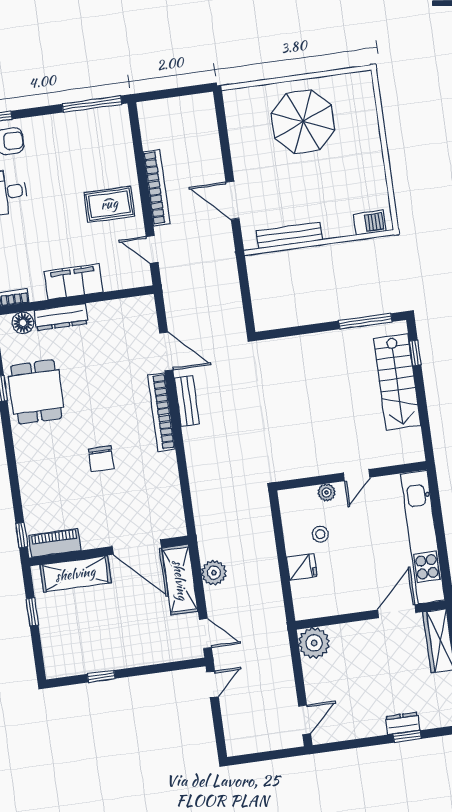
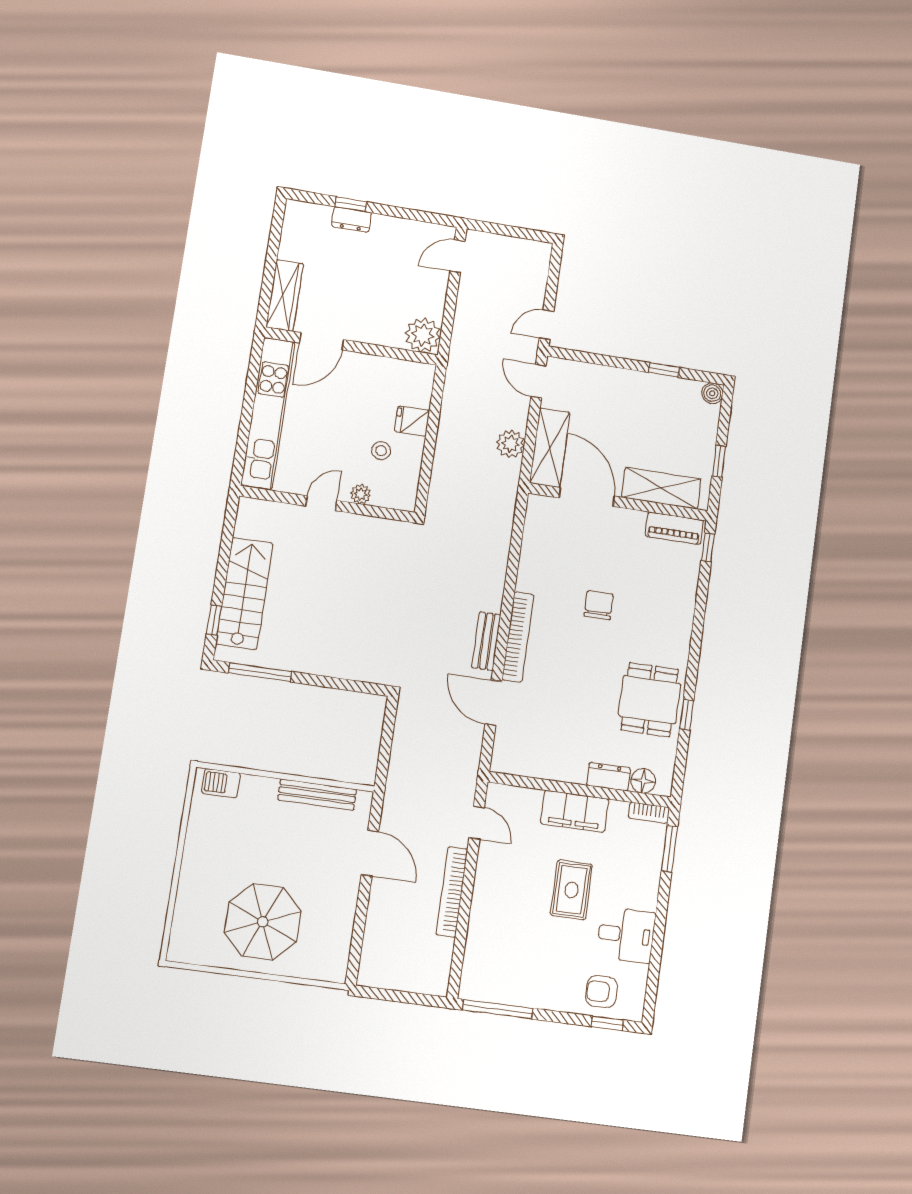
rug: (109, 204) -> (571, 890), moved, turned 90
dresser: (61, 317) -> (608, 777), width x0.70
boiler: (54, 669) -> (712, 393), added

